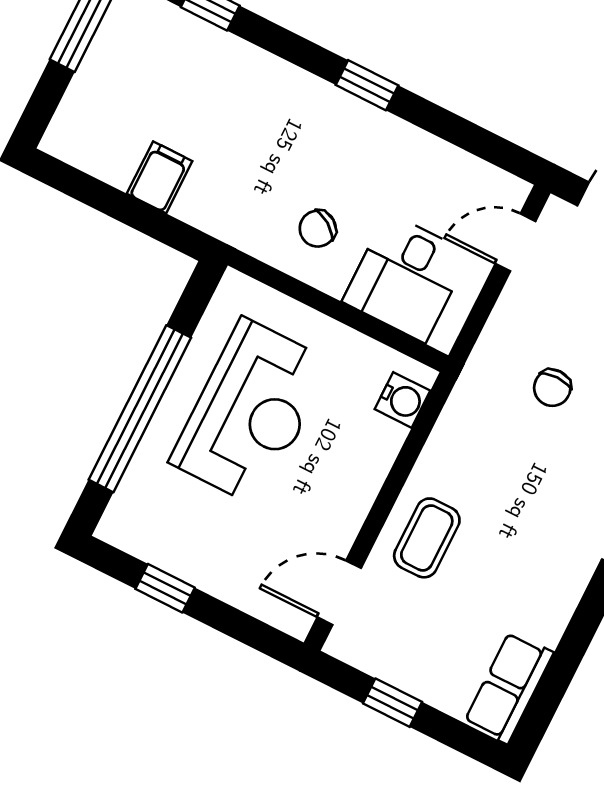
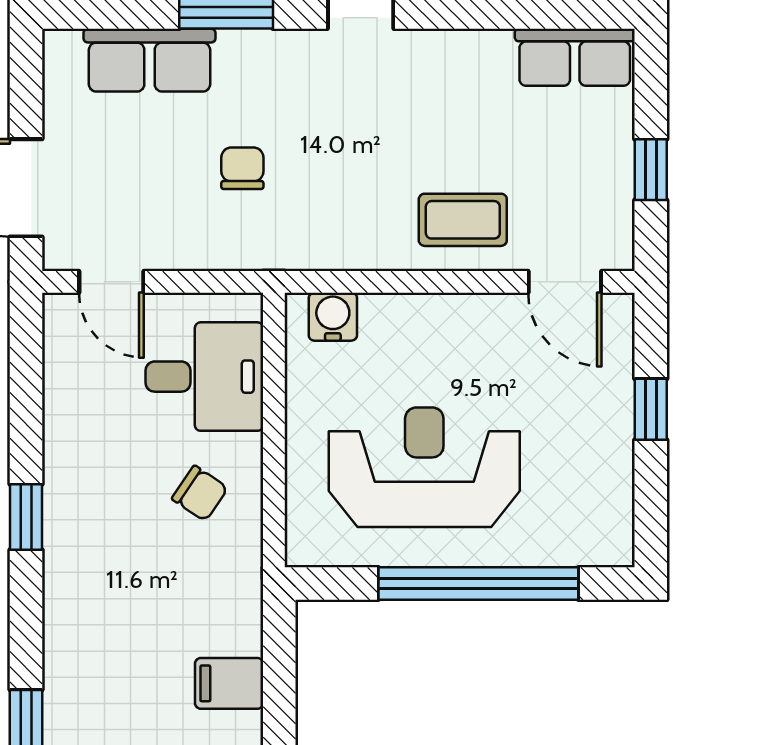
chair: (552, 388) -> (242, 168), turned -90
window: (165, 588) -> (651, 409), moved

